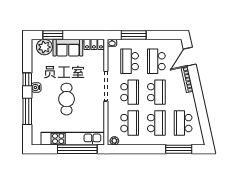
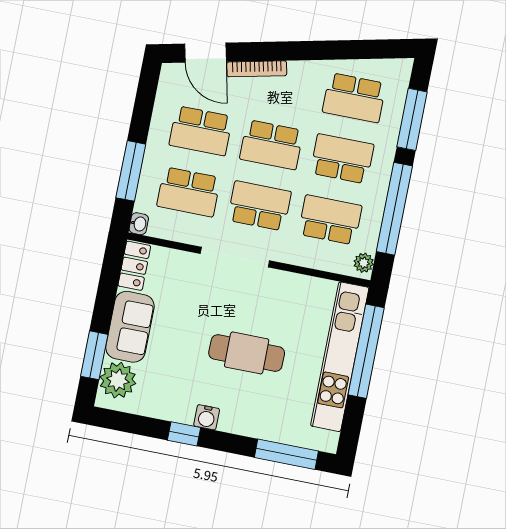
school desk: (156, 92) -> (271, 145), turned 180
window: (27, 111) -> (286, 454), moved
window: (140, 149) -> (394, 209), added

